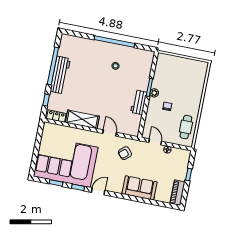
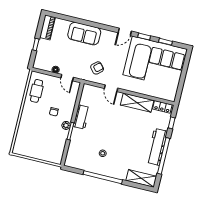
shelving: (75, 42) -> (141, 178), added

